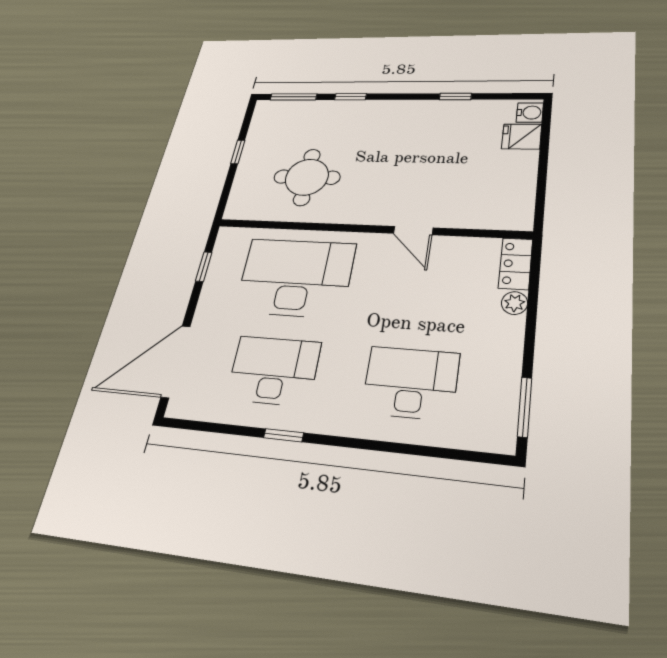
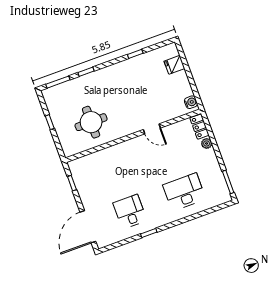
water cooler: (530, 113) -> (191, 102), moved
desk: (295, 277) -> (115, 170), removed
desk: (274, 371) -> (130, 212), width x0.73

